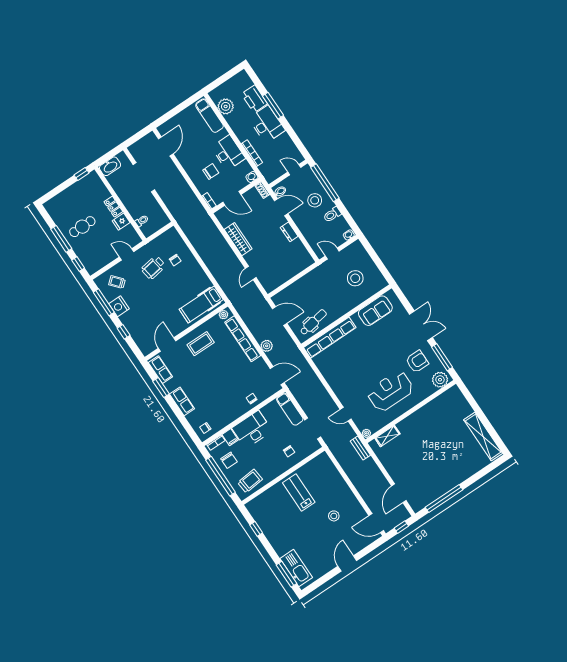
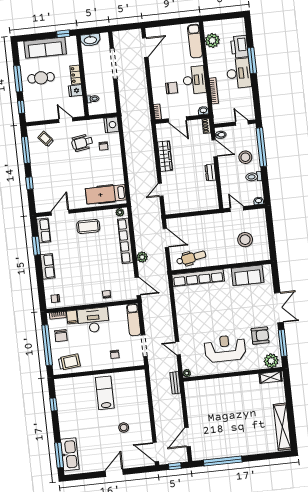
sofa: (71, 196) -> (45, 48), added
nightstand: (119, 306) -> (111, 125), moved, turned 180
shelving: (387, 436) -> (271, 377), moved

